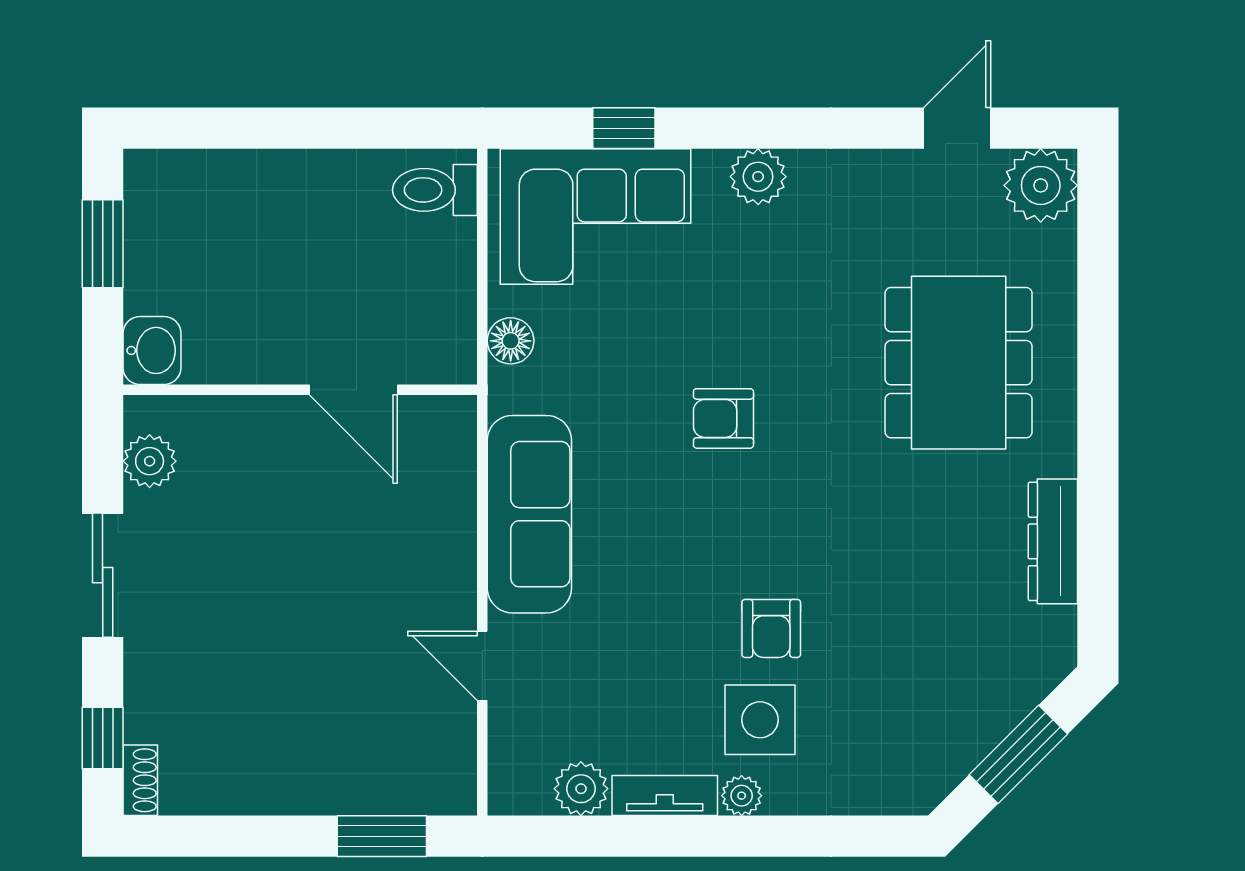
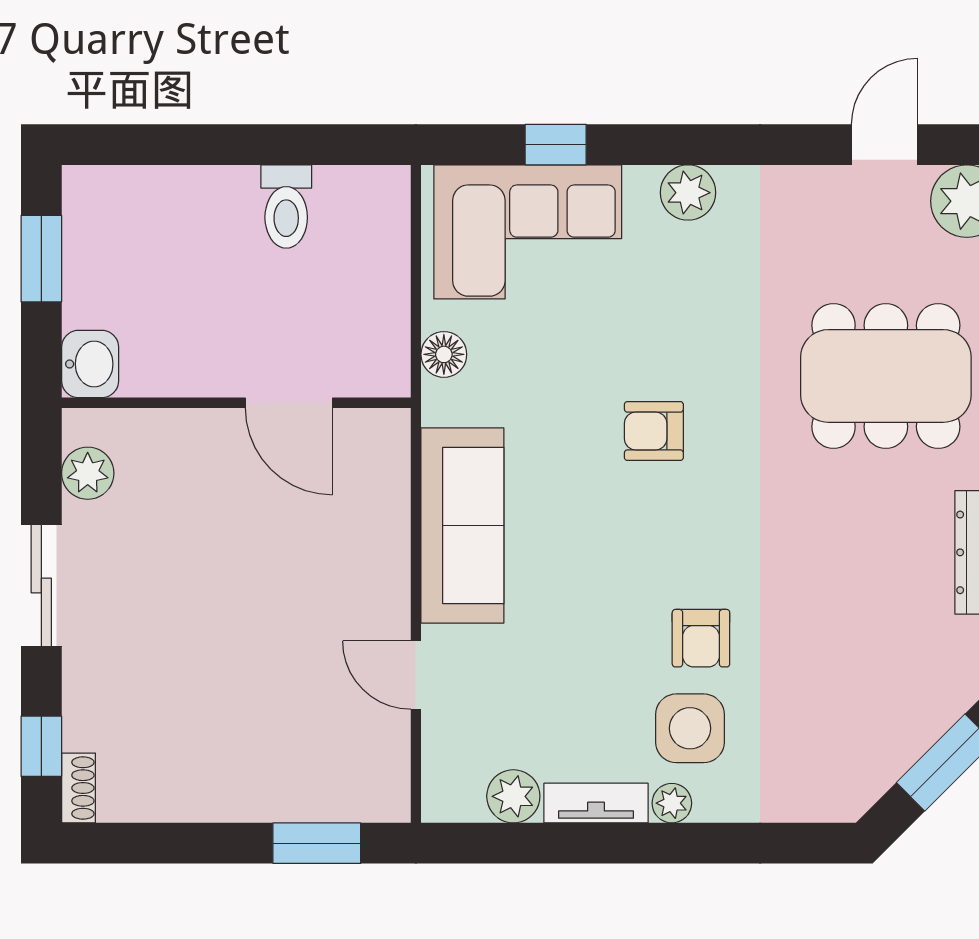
toilet: (435, 190) -> (286, 206), moved, turned -90
dining table: (959, 363) -> (886, 376), turned 90

